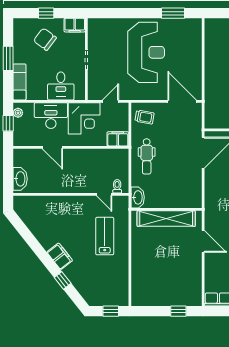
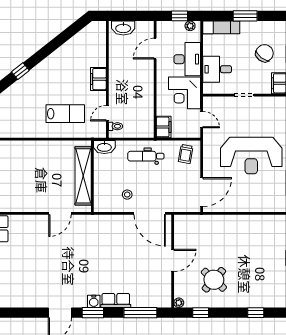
door: (52, 147) -> (155, 49), moved
stool: (185, 175) -> (127, 195), added
filing cabinet: (60, 256) -> (98, 79), moved, turned 128

